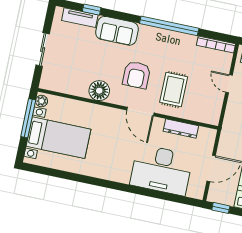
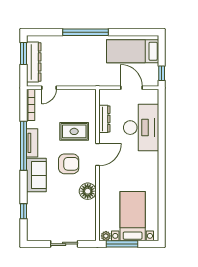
tv unit: (80, 18) -> (32, 143), moved
sofa: (117, 31) -> (36, 175), moved
door: (229, 84) -> (49, 88), moved

